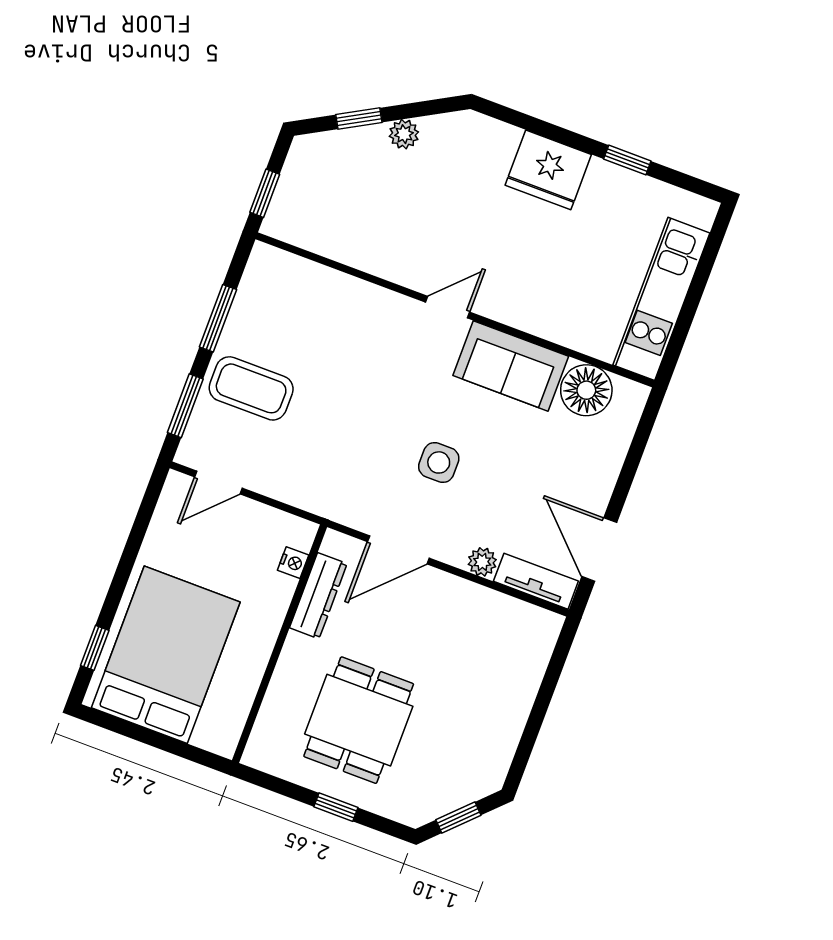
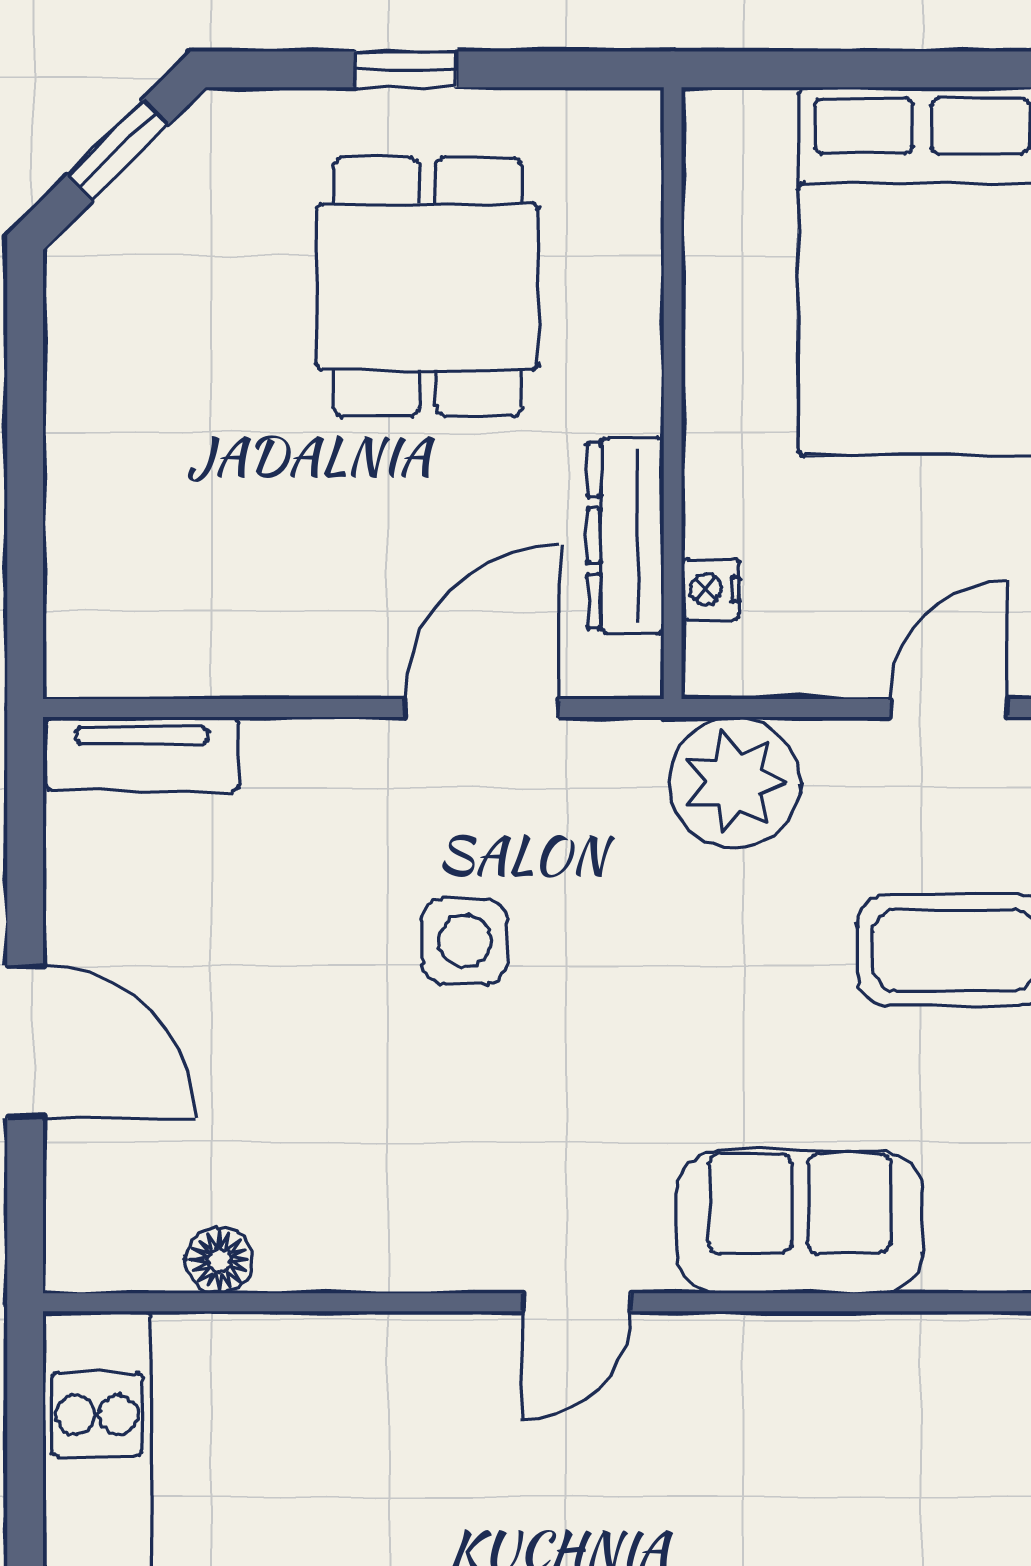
sofa: (511, 366) -> (799, 1222), moved
floor lamp: (586, 390) -> (219, 1260), width x0.53, depth x0.53
door: (599, 550) -> (25, 1042), moved
plant: (482, 562) -> (734, 783), moved, width x1.88, depth x1.88

